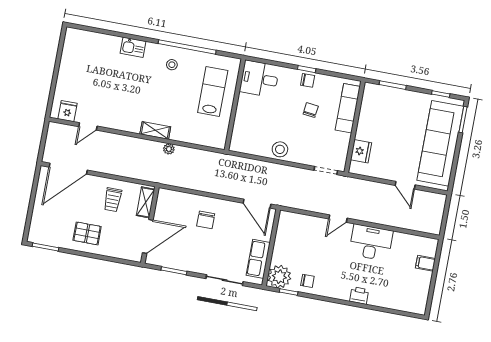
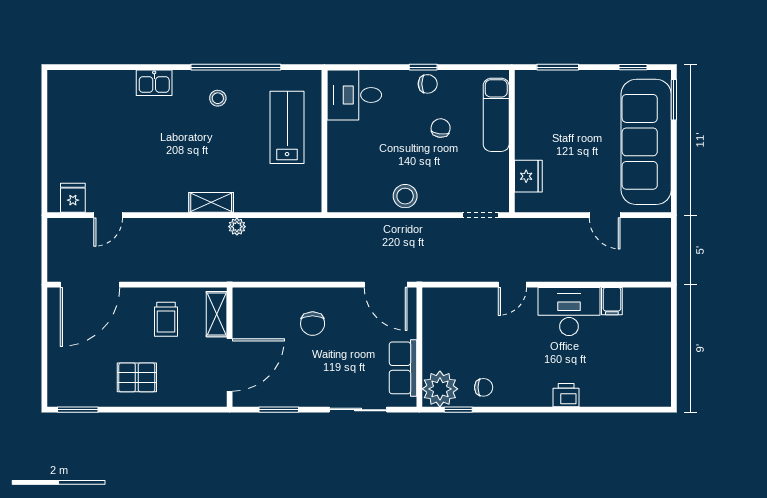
filing cabinet: (425, 263) -> (612, 301), moved, turned -90

